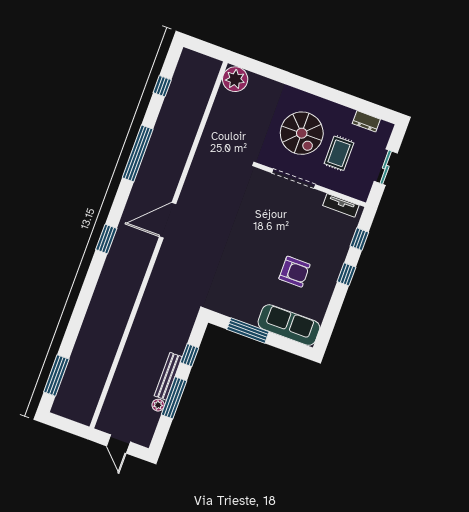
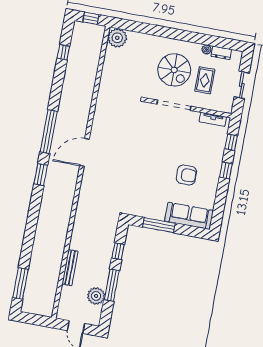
window: (205, 48) -> (91, 18), added
plant: (348, 114) -> (206, 49), added
window: (138, 153) -> (49, 132), moved
bench: (168, 376) -> (70, 268), moved
plant: (158, 405) -> (96, 296), width x1.88, depth x1.88

